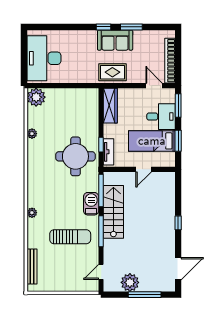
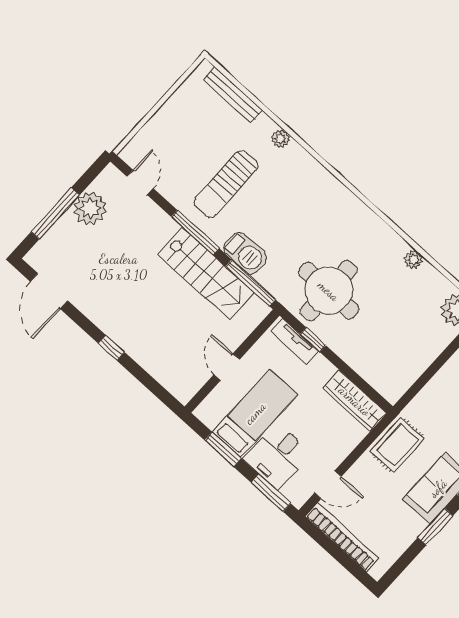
plant: (32, 213) -> (281, 138), moved

